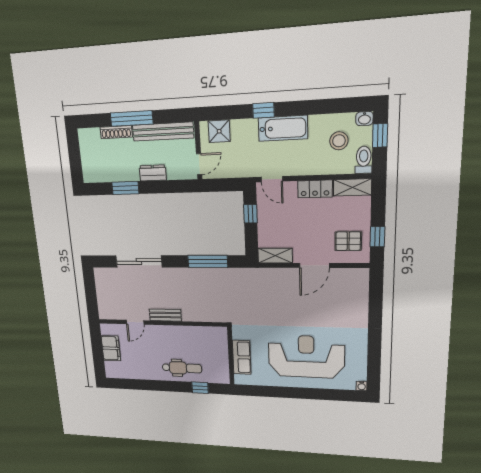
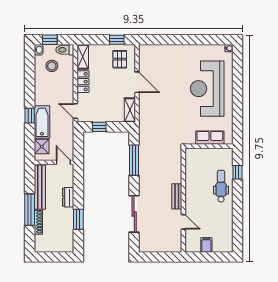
bathtub: (283, 128) -> (42, 122), moved
door: (272, 179) -> (75, 111), swing flipped
filing cabinet: (111, 348) -> (206, 245), width x0.50

